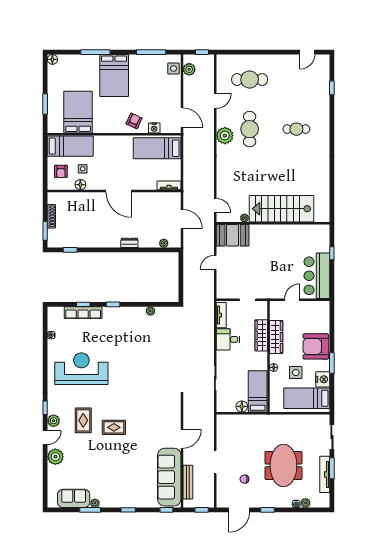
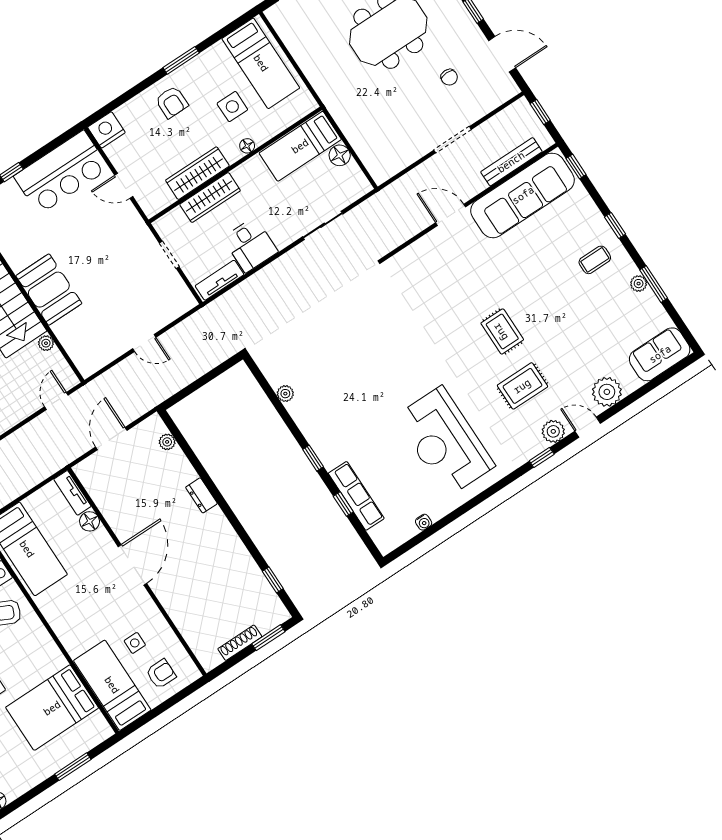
floor lamp: (80, 185) -> (90, 521), moved
booth: (233, 235) -> (49, 290), moved
armchair: (316, 346) -> (172, 102), width x0.53, depth x0.53
nightstand: (323, 379) -> (106, 130), moved
coffee table: (119, 491) -> (595, 260), added
sofa: (74, 498) -> (660, 354), moved, turned 90

